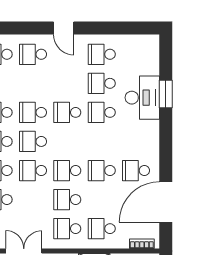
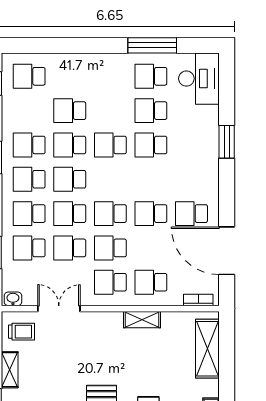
door: (64, 28) -> (106, 45), removed
window: (103, 28) -> (152, 45), added
school desk: (33, 54) -> (70, 111), moved
window: (166, 94) -> (227, 142), moved
desk: (142, 98) -> (199, 79), moved
school desk: (33, 200) -> (70, 248), added
door: (166, 202) -> (227, 251), hinge flipped

